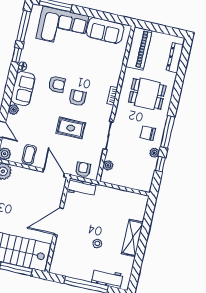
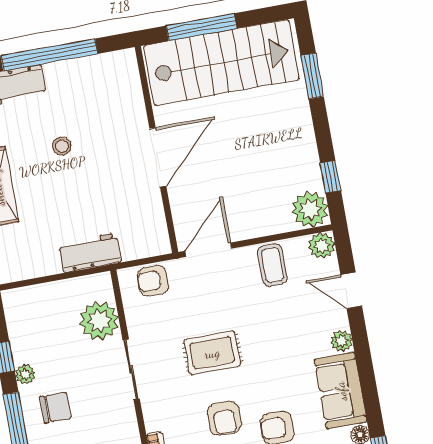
plant: (108, 165) -> (99, 321), width x1.87, depth x1.87
armchair: (83, 170) -> (153, 281), turned 93
door: (54, 173) -> (208, 250), swing flipped
workbench: (81, 188) -> (90, 253), moved

